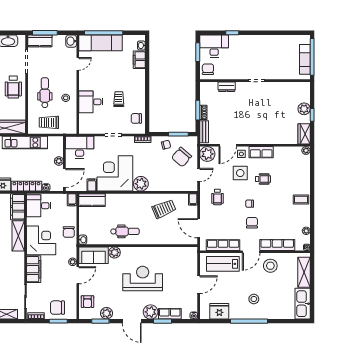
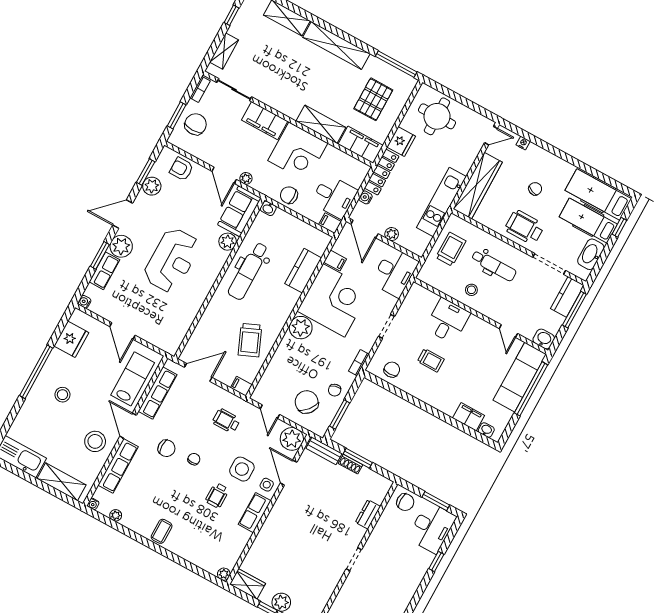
kitchen counter: (92, 200) -> (303, 271), moved
desk: (39, 206) -> (334, 197), moved, turned 90
dental chair: (125, 231) -> (248, 271), width x1.36, depth x1.38

